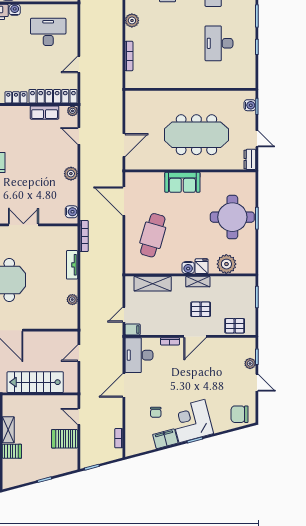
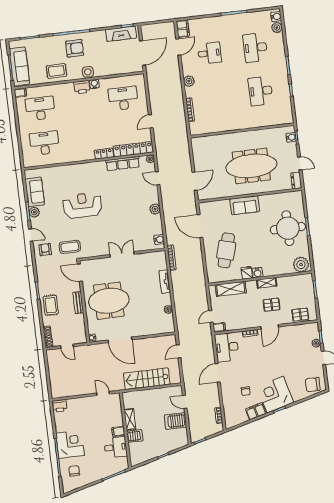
row of seats: (45, 113) -> (123, 164), width x1.48
plant: (226, 264) -> (301, 265), moved
fridge: (202, 266) -> (247, 273), moved

